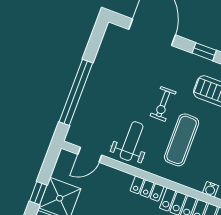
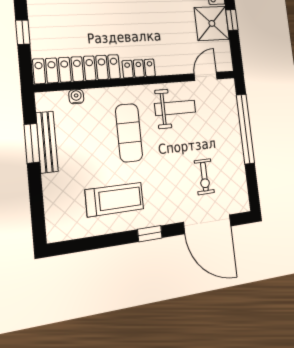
exercise bike: (163, 104) -> (204, 177), moved, turned 180
weight bench: (132, 141) -> (175, 108), turned -90

